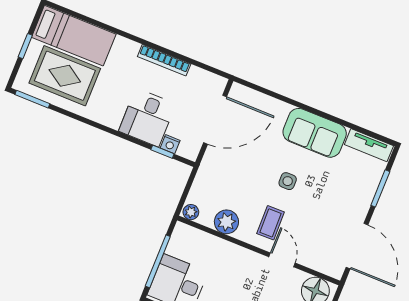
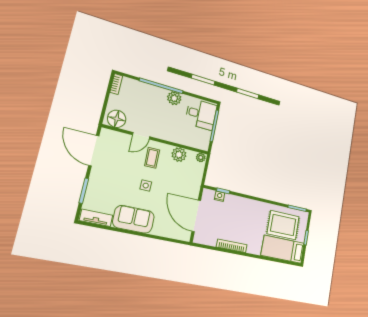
desk: (147, 118) -> (235, 210), removed
door: (215, 120) -> (196, 216), hinge flipped
door: (282, 260) -> (141, 136), hinge flipped

